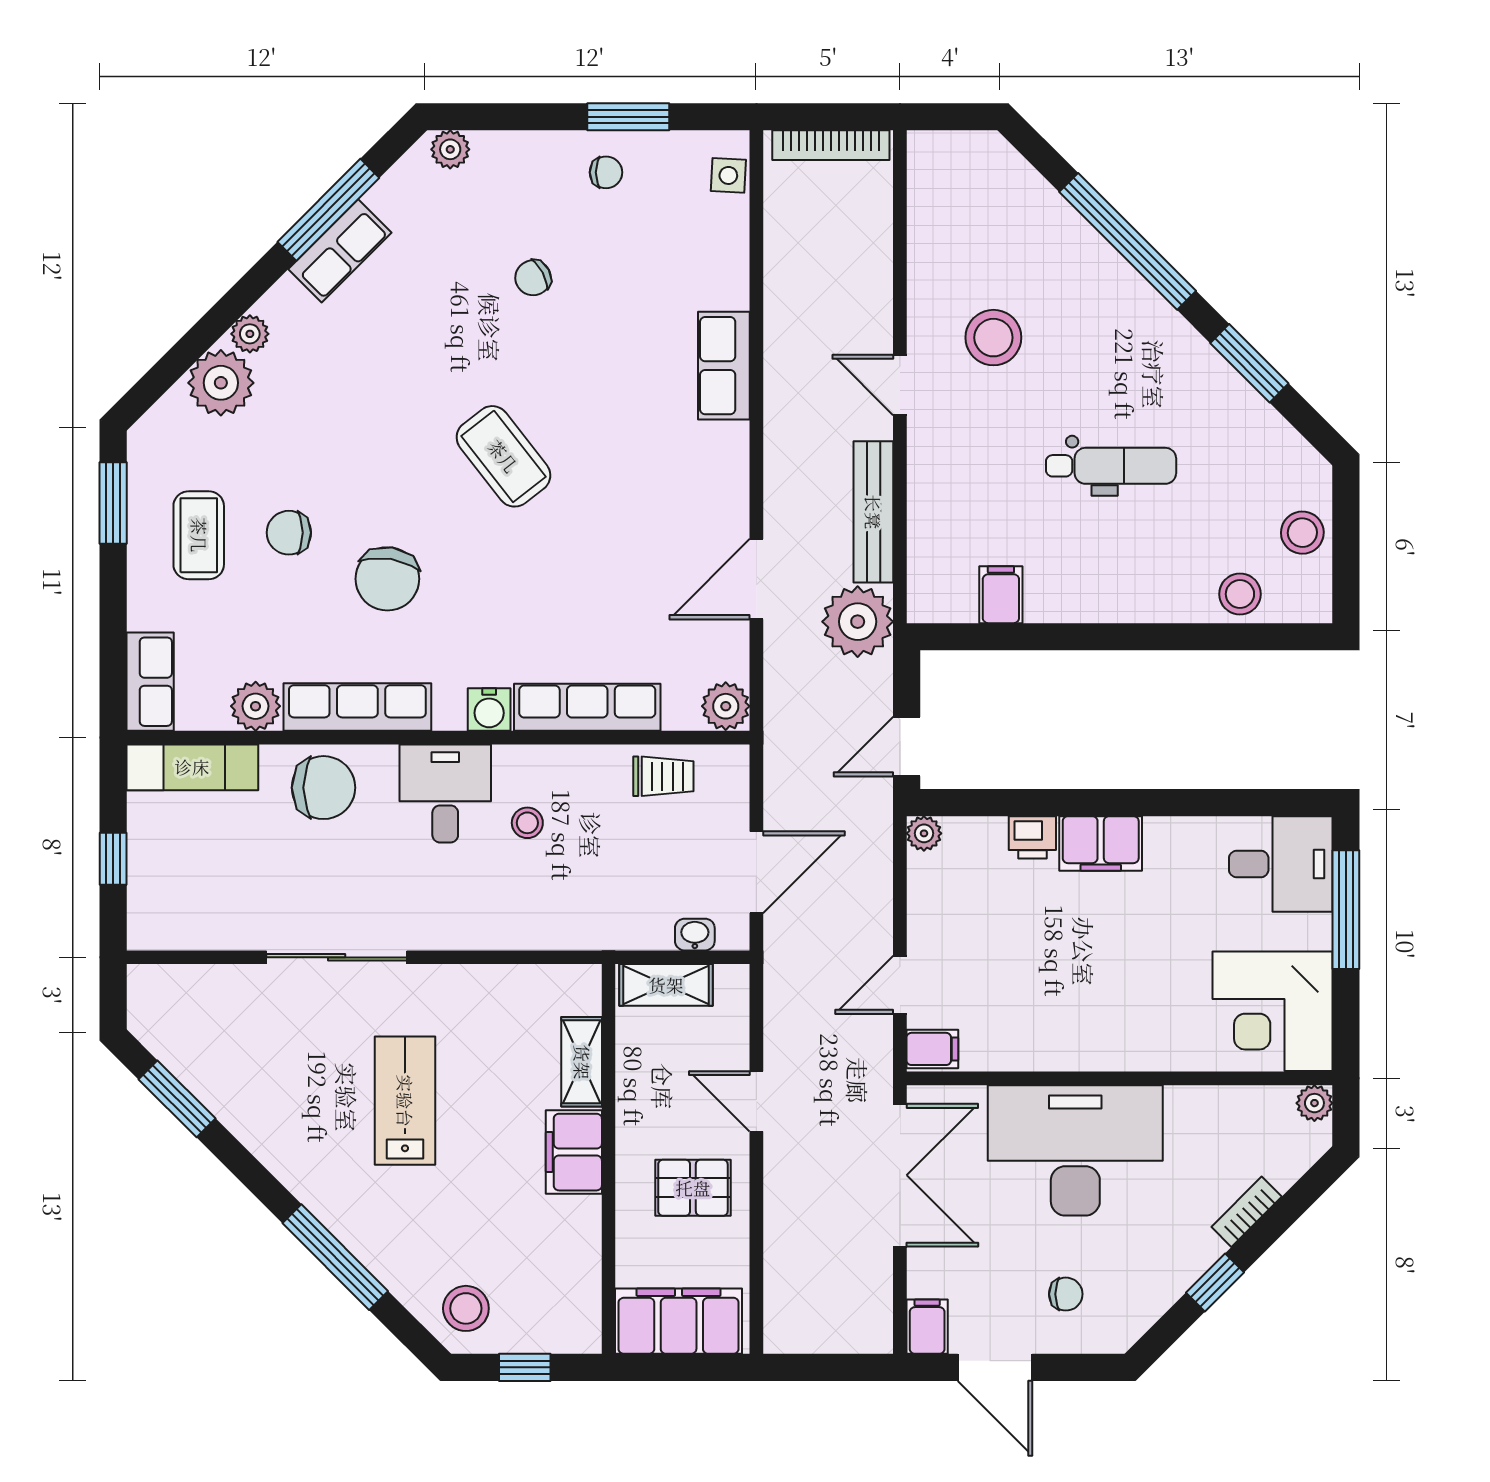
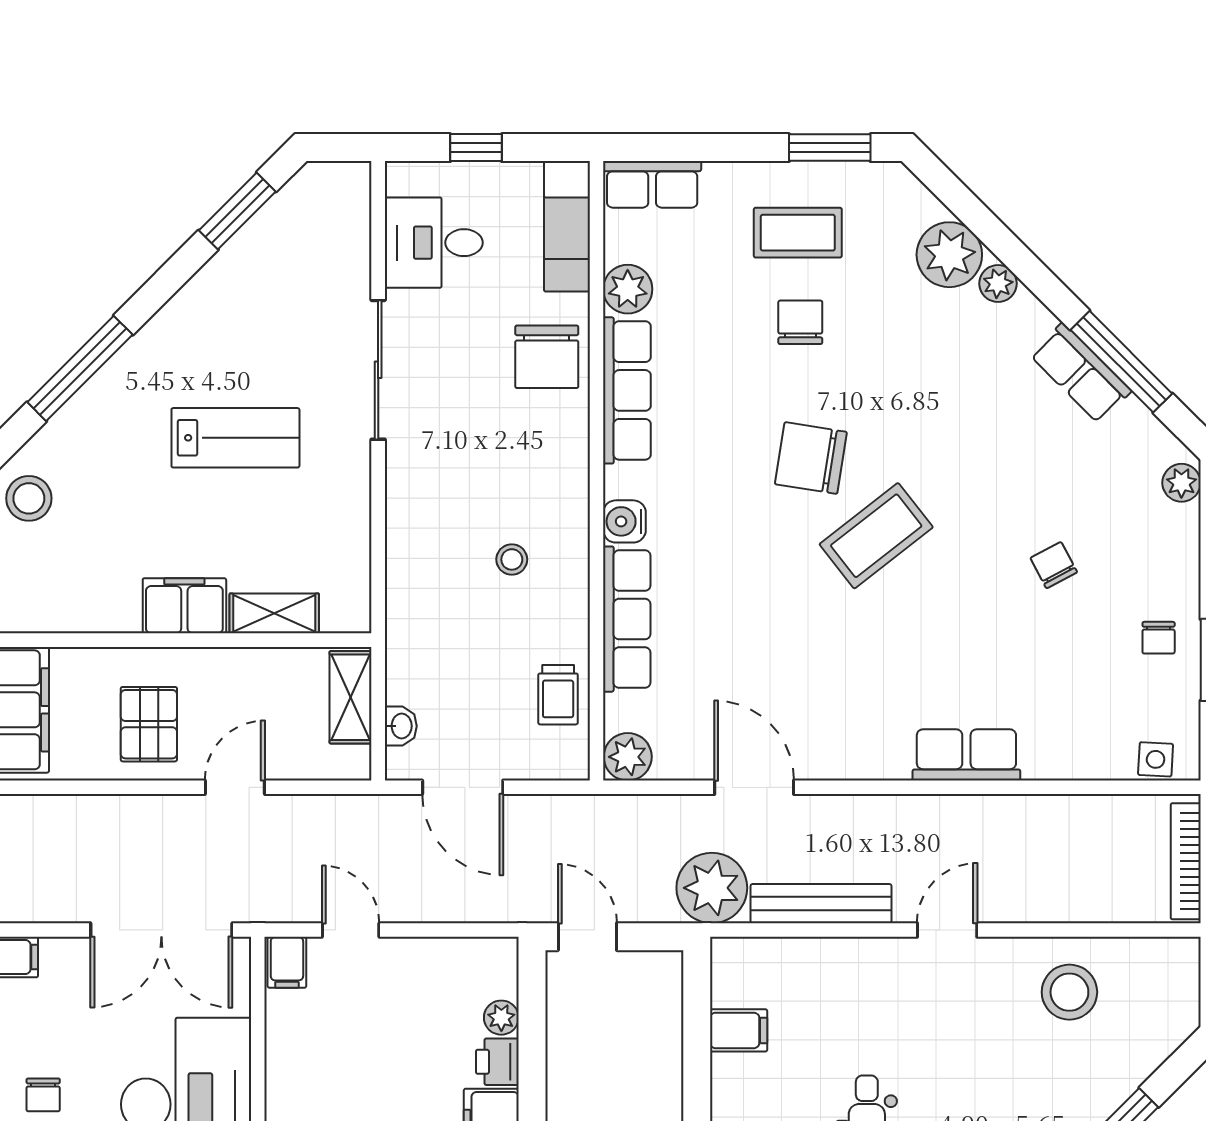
stool: (993, 338) -> (1069, 992), moved
chair: (387, 579) -> (811, 458), moved
desk: (445, 793) -> (434, 243), moved, turned 180
plant: (924, 833) -> (501, 1018), moved

